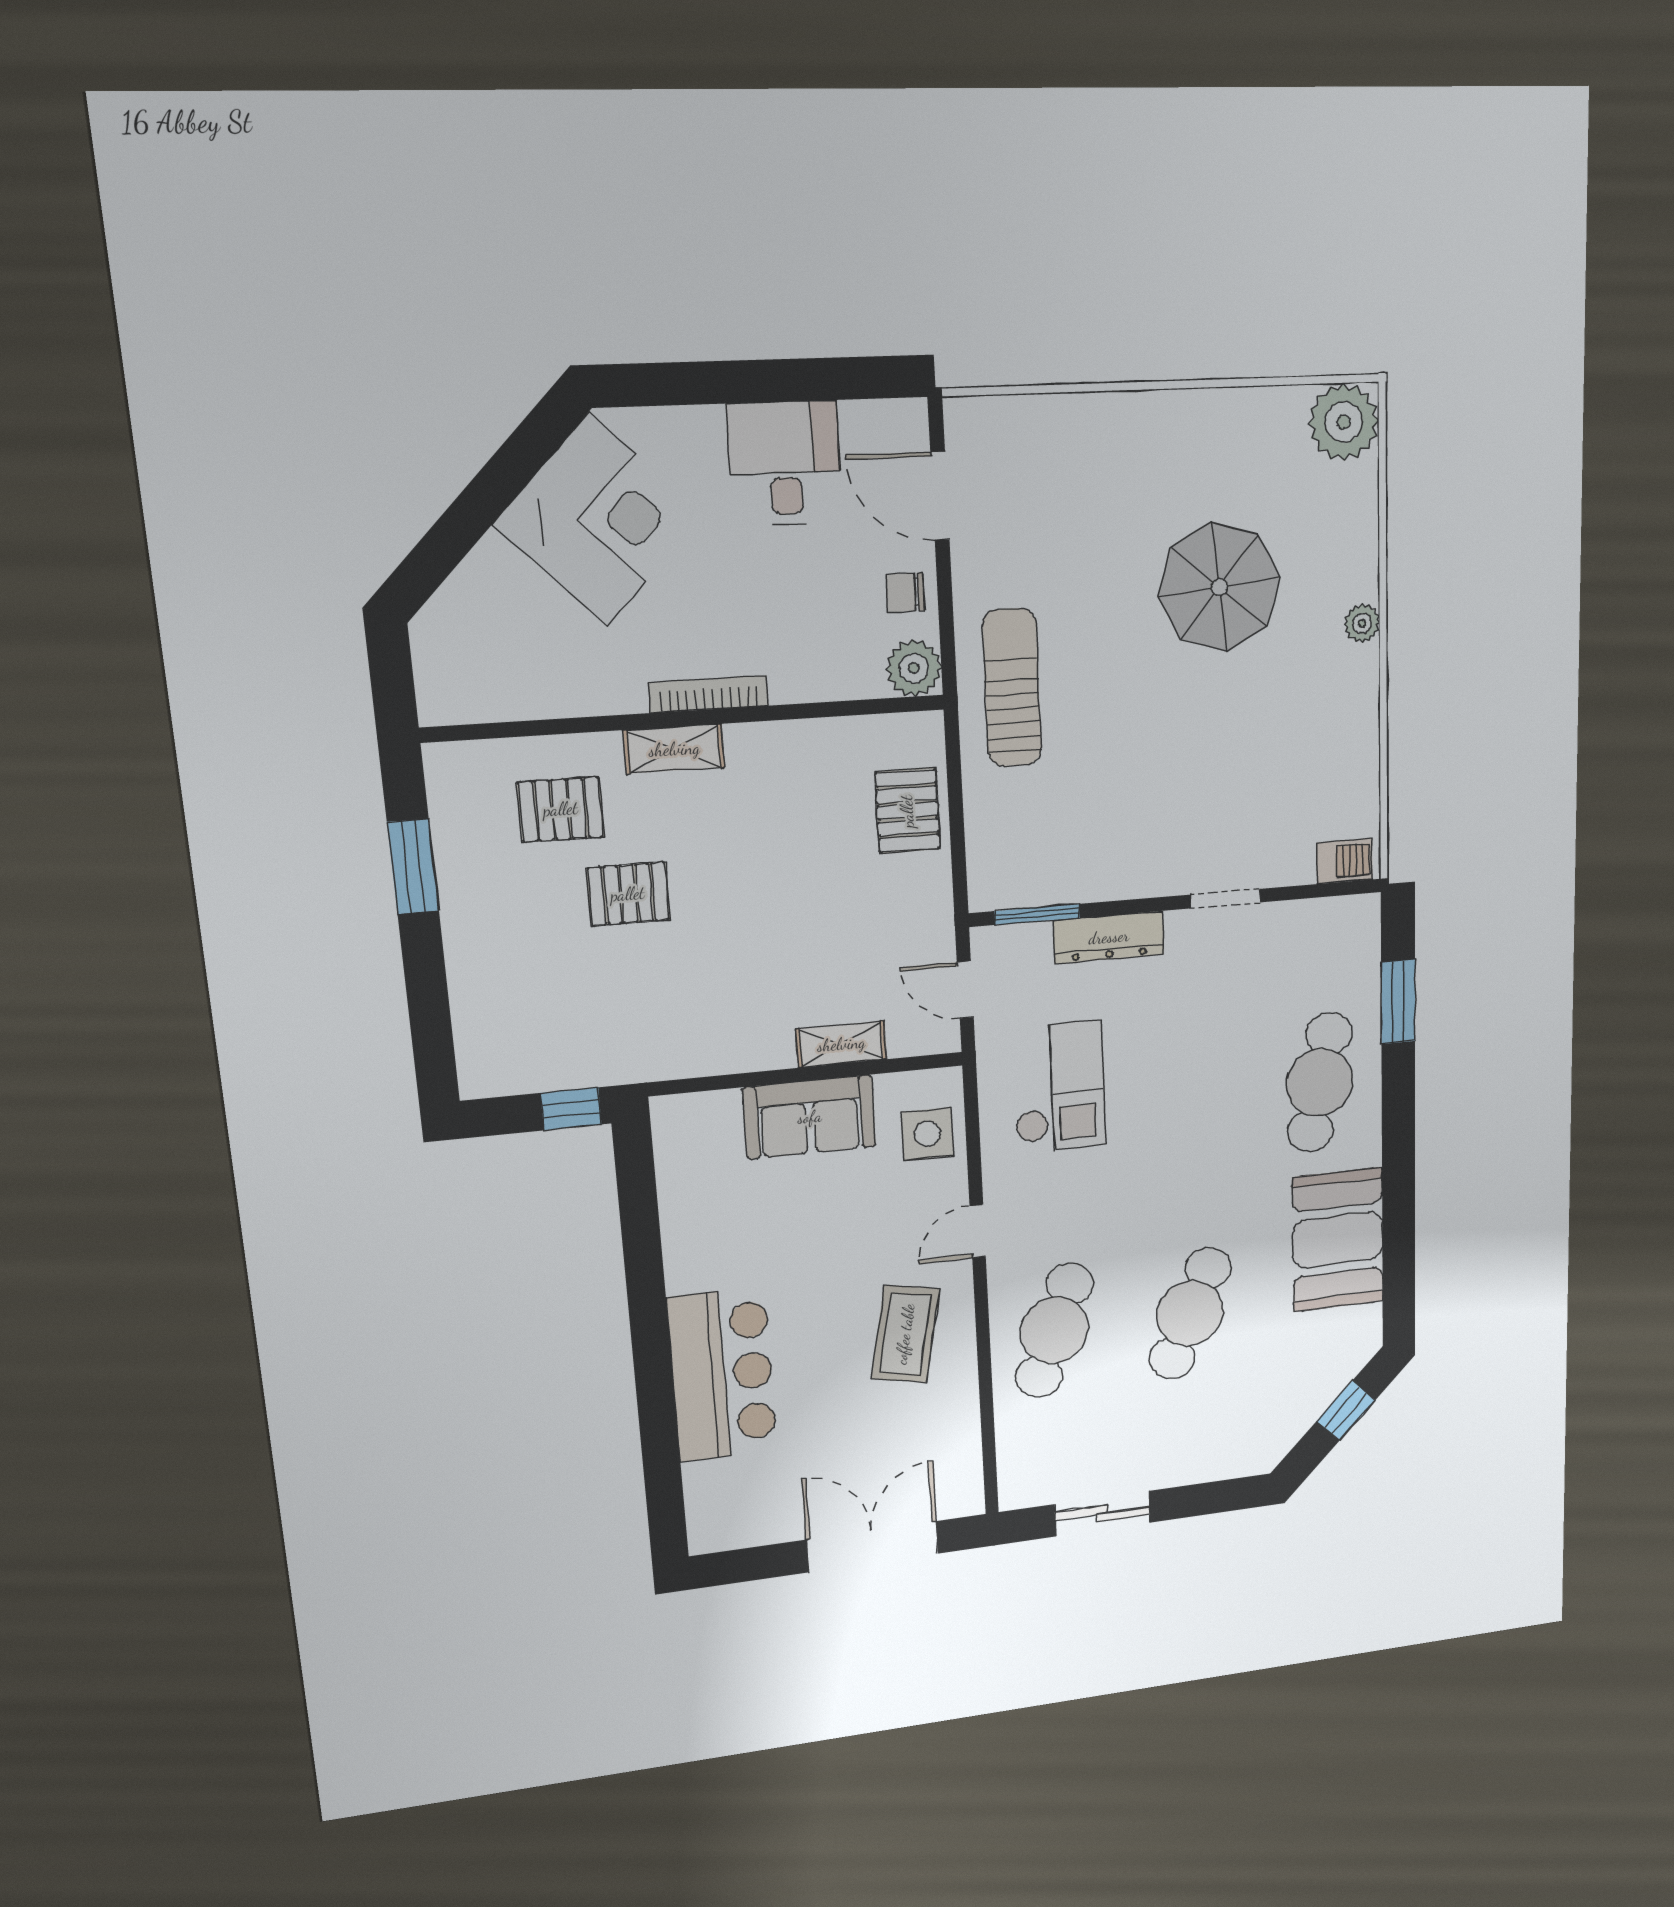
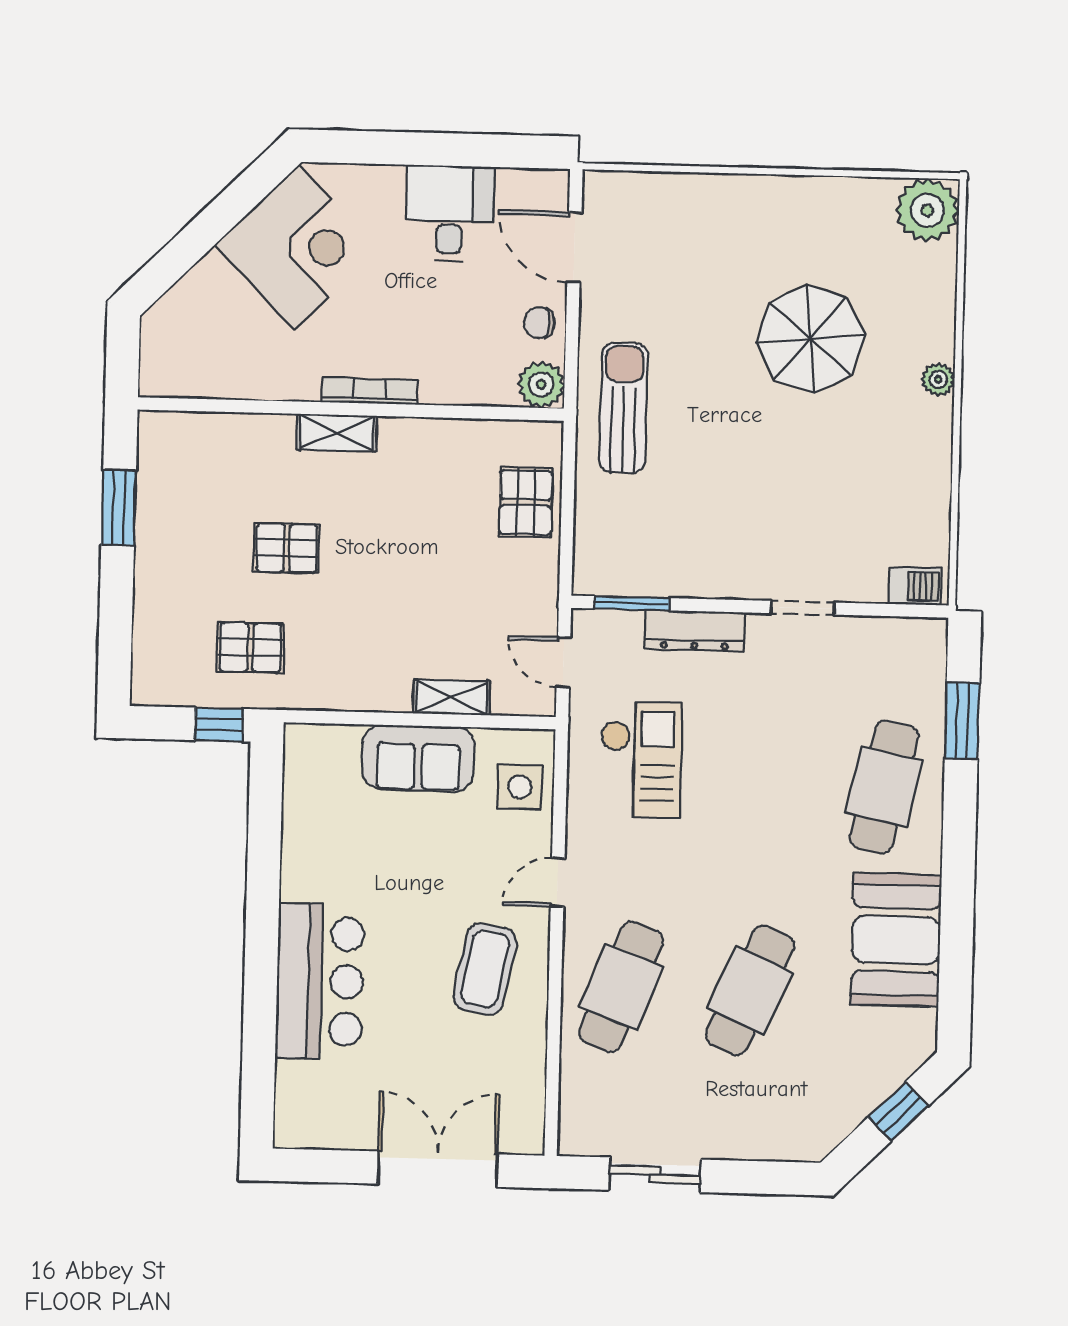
pallet: (561, 809) -> (250, 647), moved

